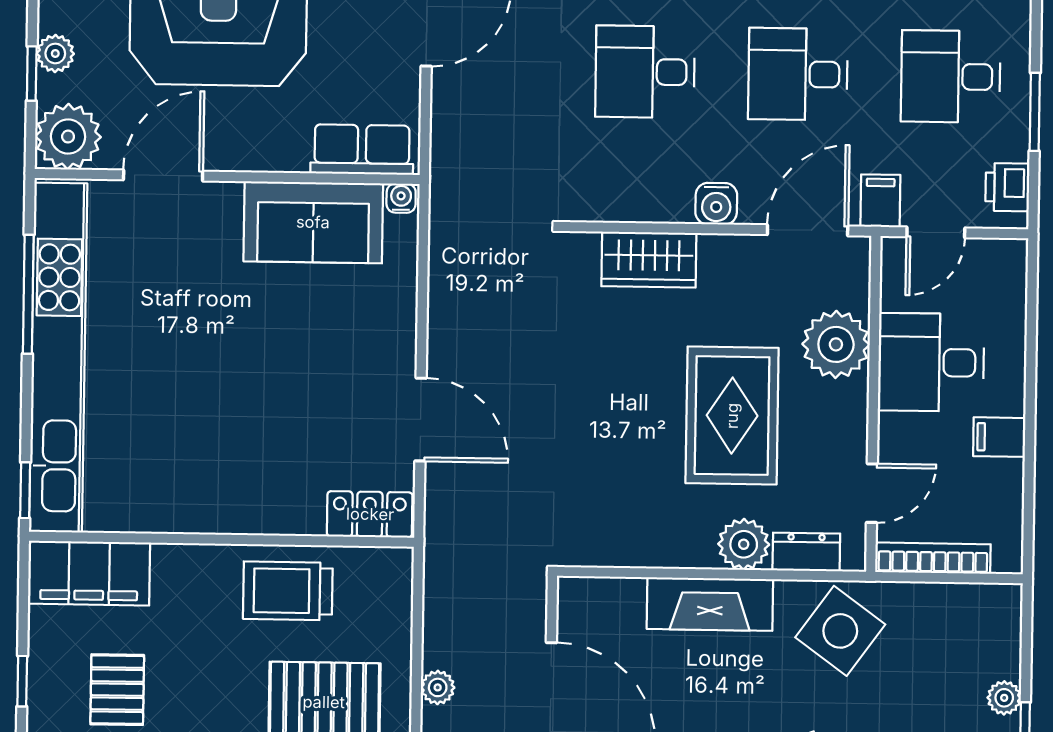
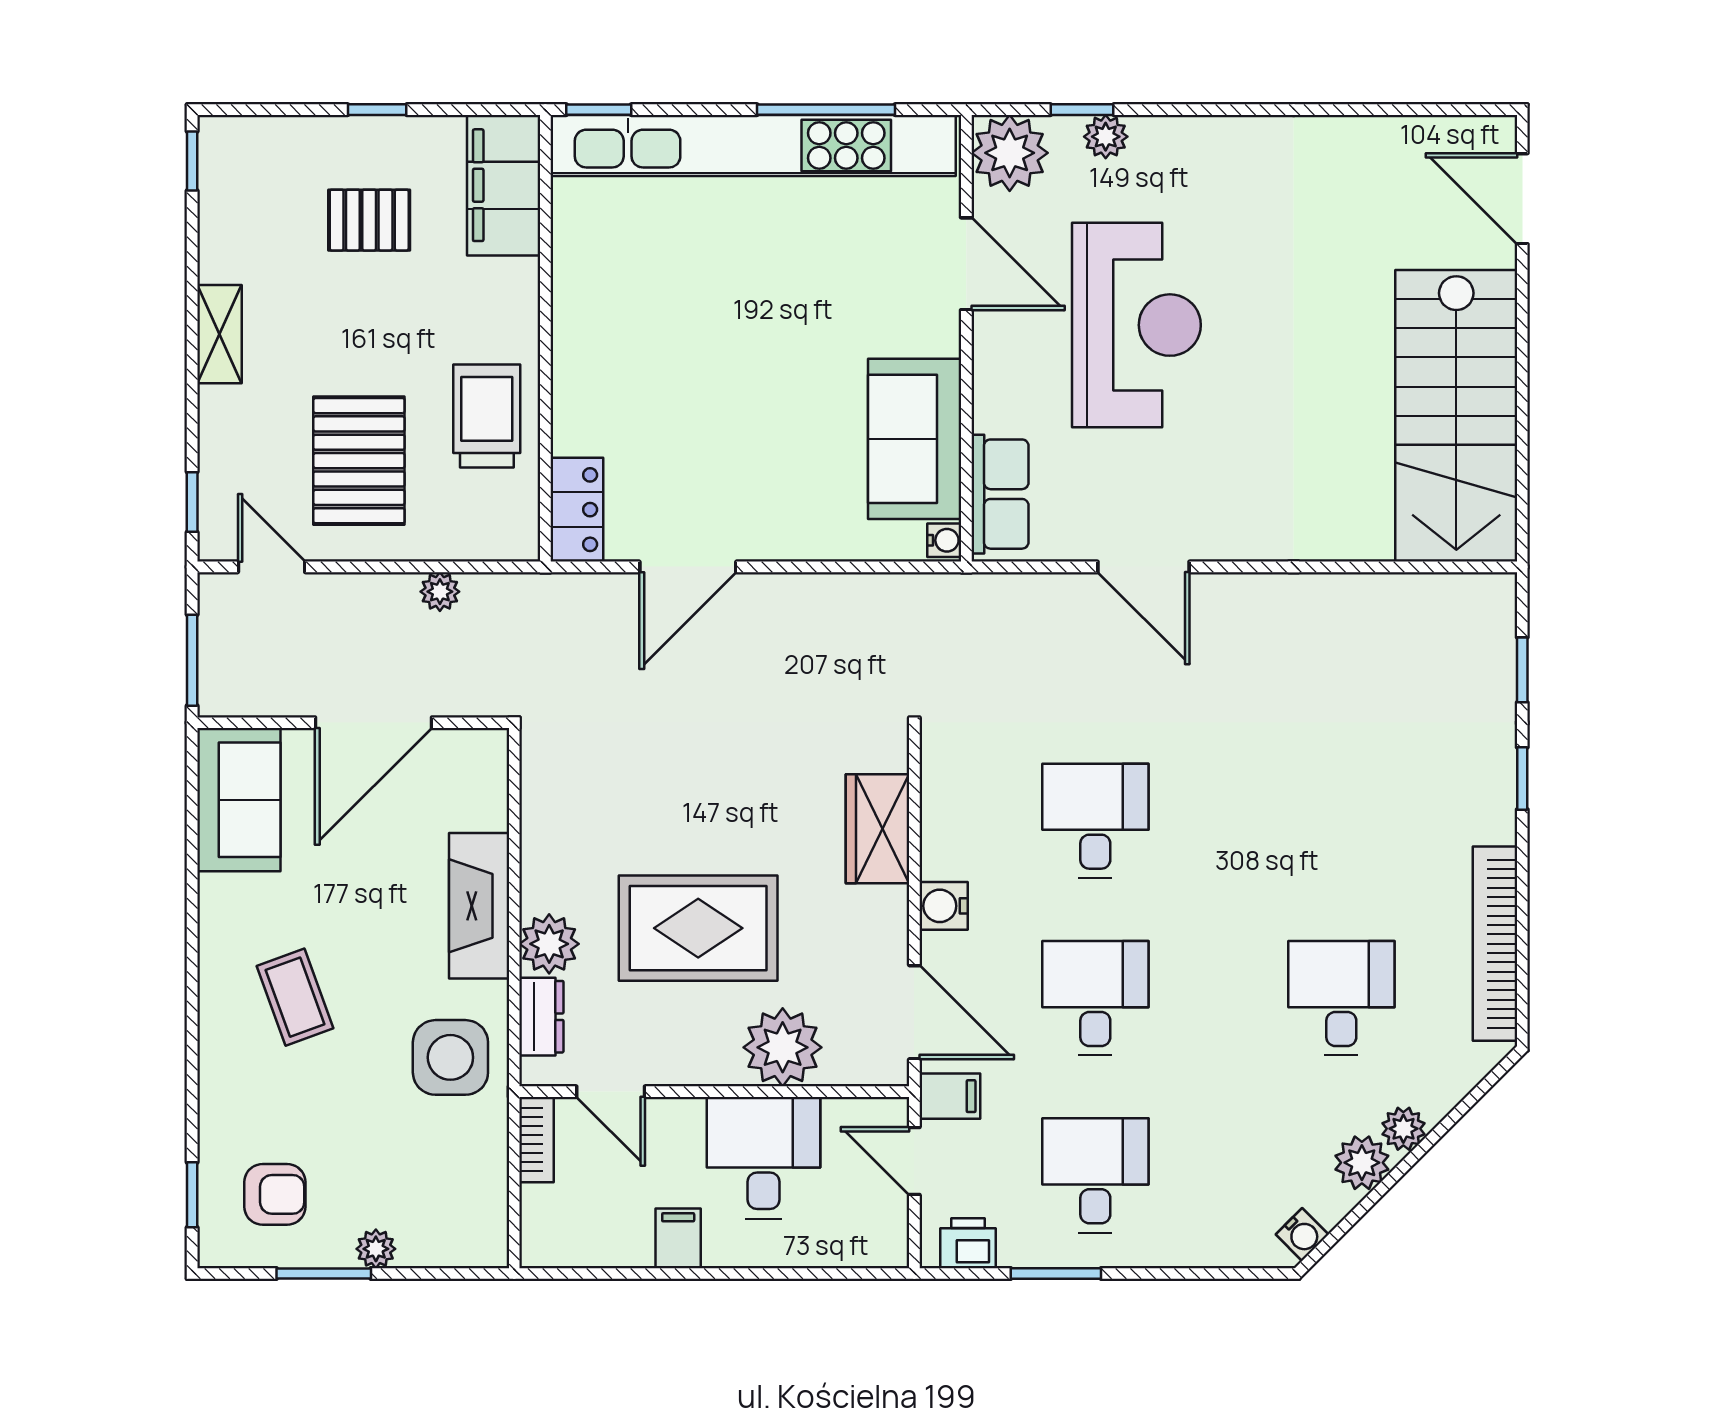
bookcase: (933, 558) -> (537, 1140), width x0.64
side table: (840, 631) -> (450, 1057), turned -36
plant: (438, 687) -> (440, 592), moved

